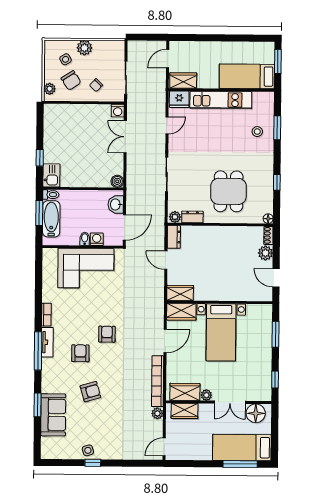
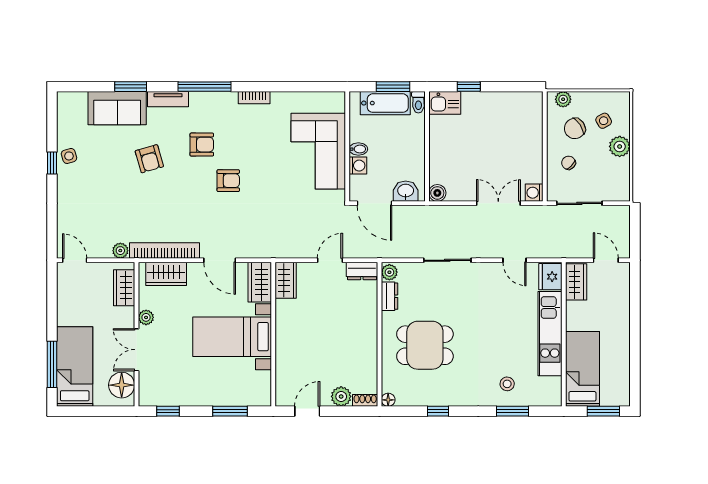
tv unit: (47, 342) -> (168, 99), moved
wardrobe: (185, 392) -> (166, 274), moved, turned 90

